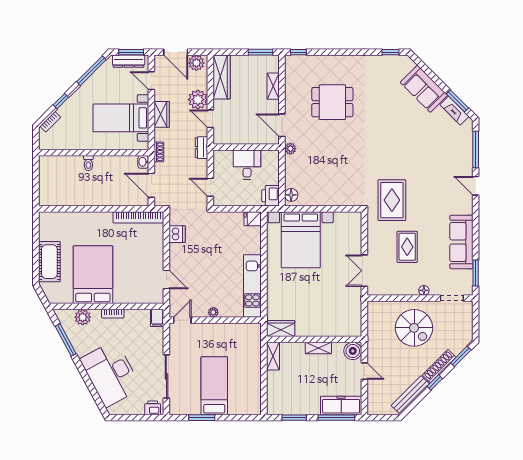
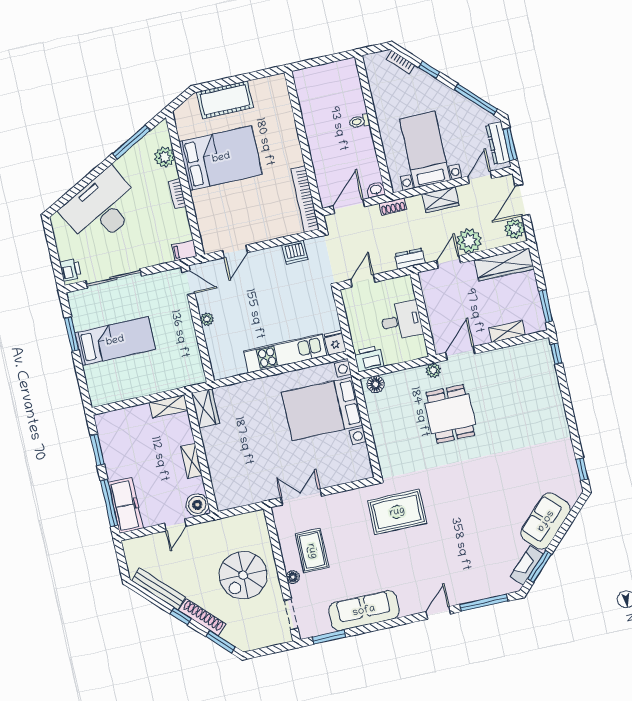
dining table: (332, 102) -> (450, 414), moved
rug: (407, 247) -> (312, 551), moved, turned 90
kitchen unit: (252, 286) -> (285, 353), moved

